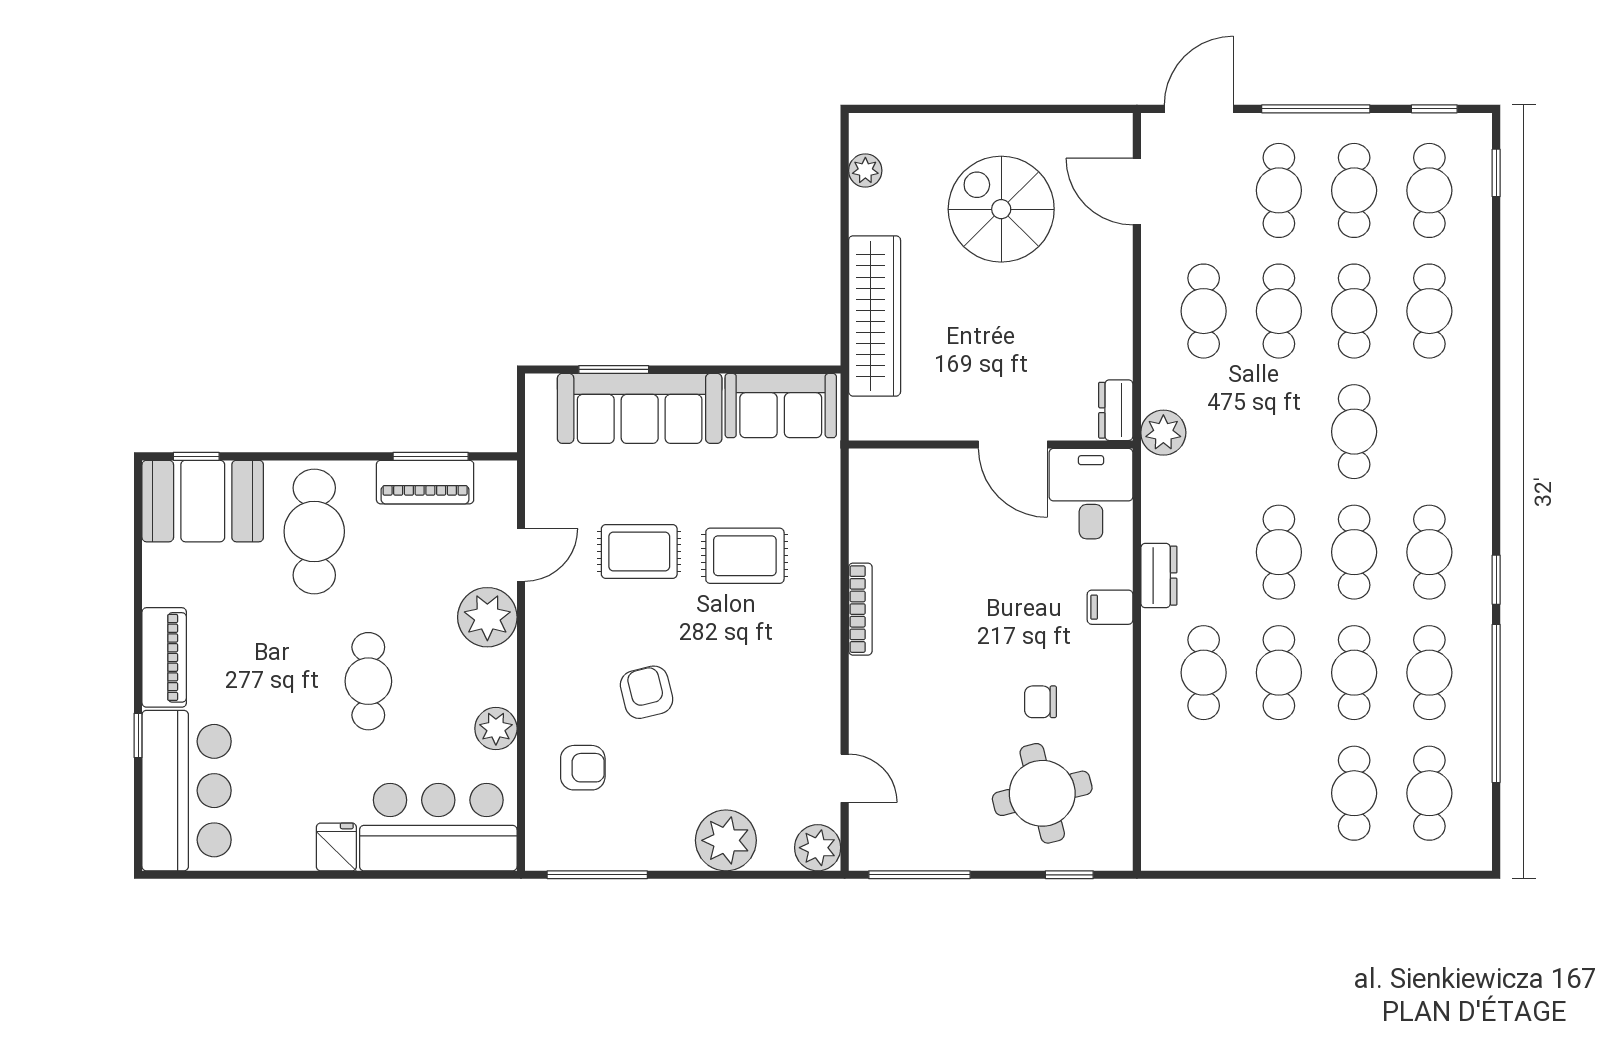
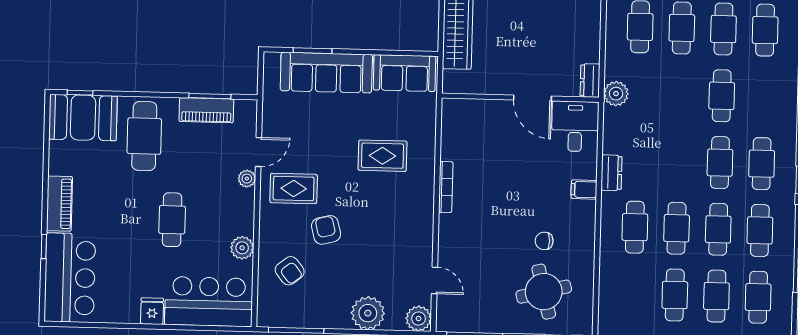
rug: (639, 551) -> (294, 188), moved
cafe table: (1279, 552) -> (675, 295), moved
plant: (487, 617) -> (247, 179), width x0.53, depth x0.53
armchair: (583, 768) -> (290, 271), turned 52

